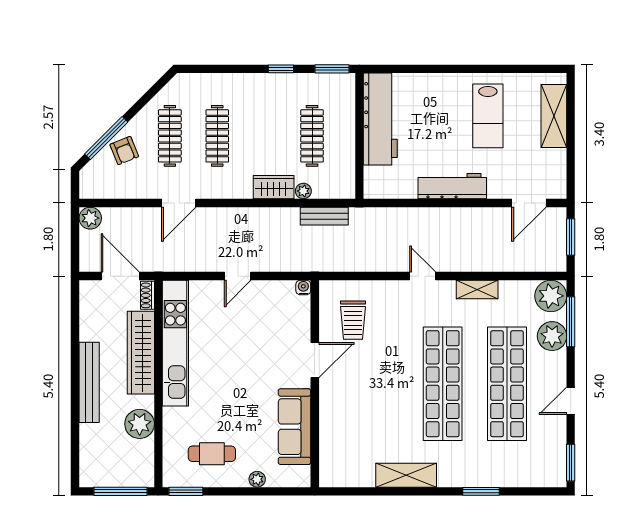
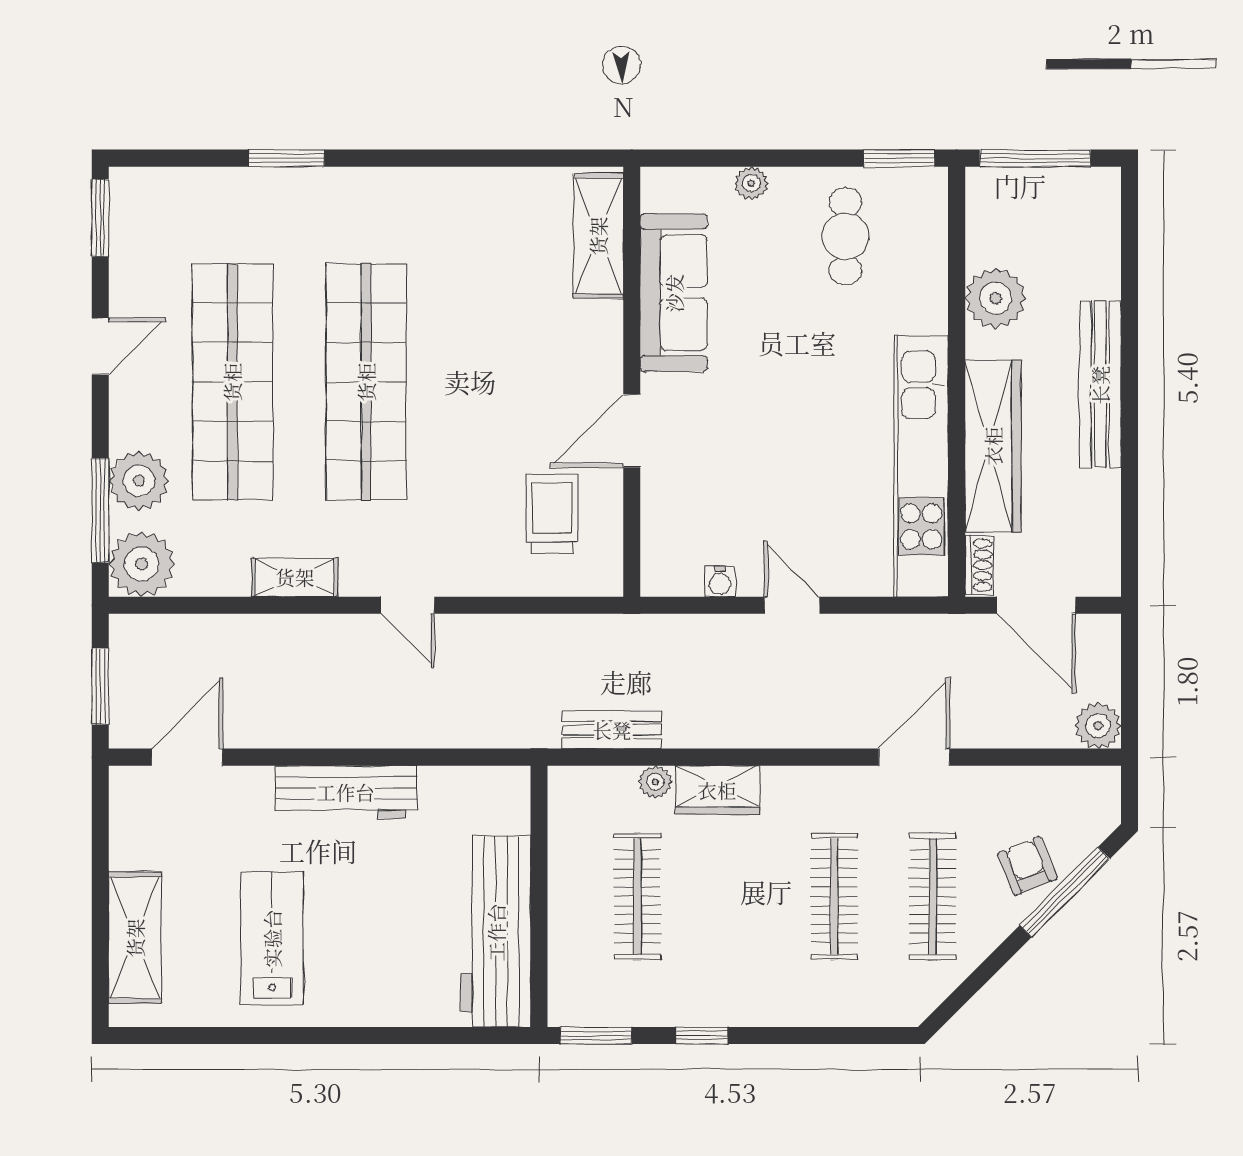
door: (238, 276) -> (792, 605), hinge flipped
water cooler: (303, 287) -> (720, 582), moved
cafe table: (212, 454) -> (845, 236), turned 90
shelving: (406, 475) -> (598, 236), moved, turned 90

